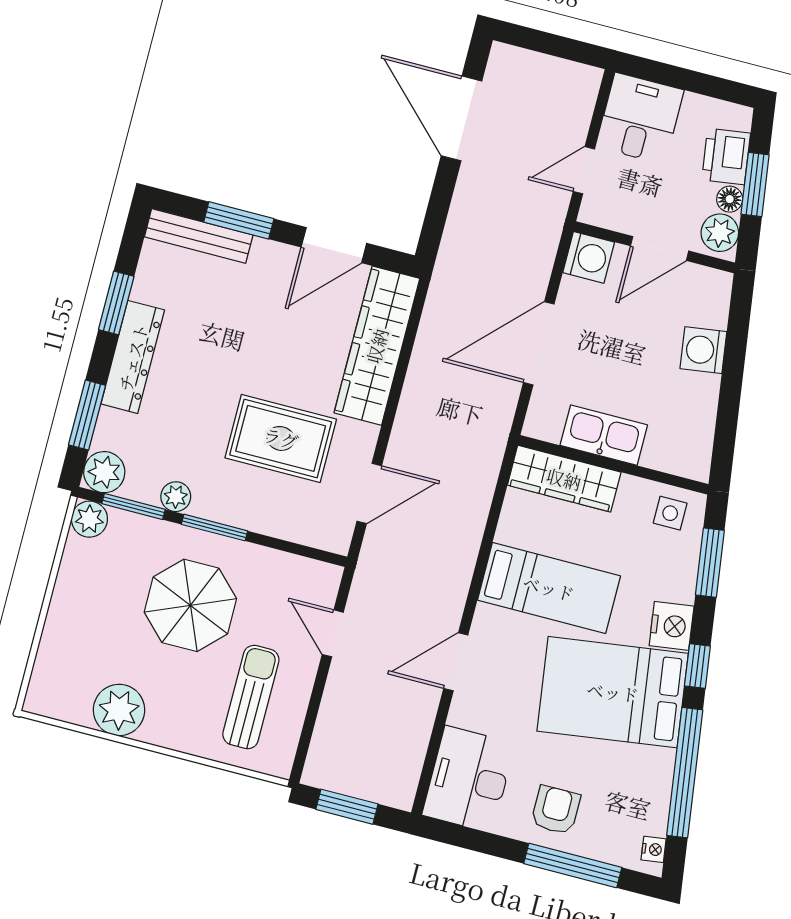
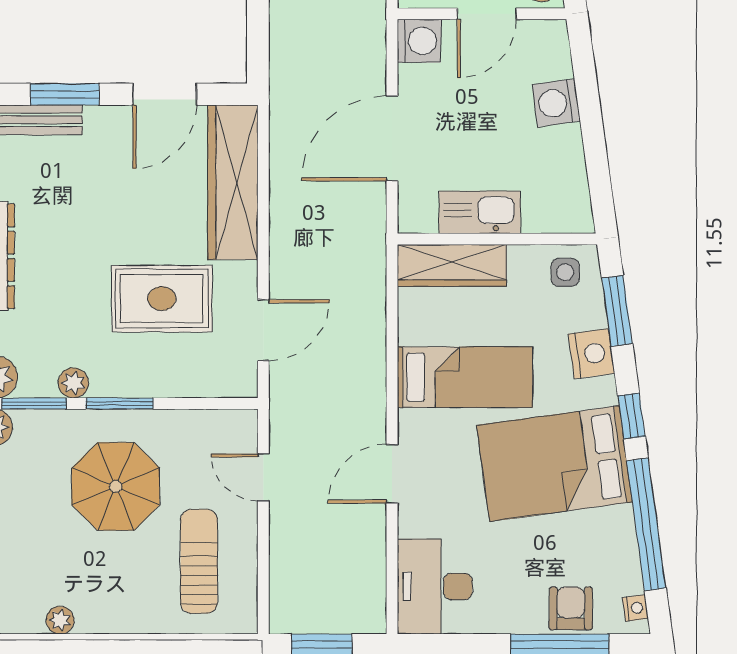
nightstand: (672, 626) -> (592, 354), moved
plant: (119, 710) -> (60, 620), width x0.53, depth x0.53
armchair: (556, 810) -> (571, 608), moved

